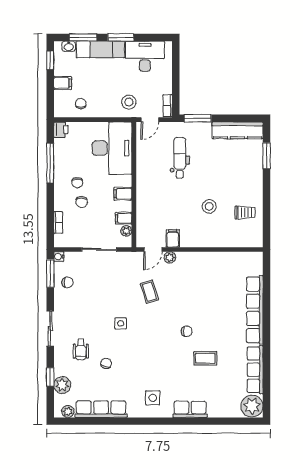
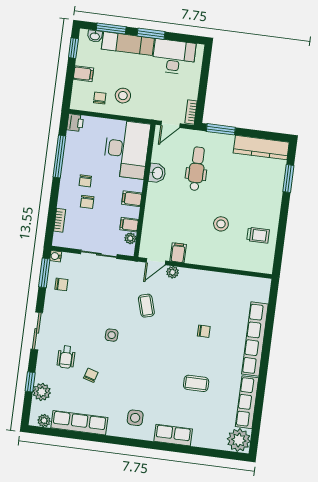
stool: (129, 102) -> (123, 96), moved
washbasin: (143, 167) -> (157, 173), added
chair: (187, 331) -> (204, 331), moved

